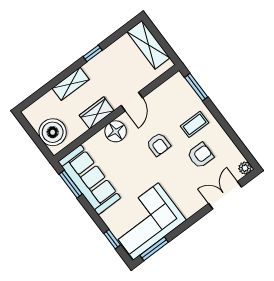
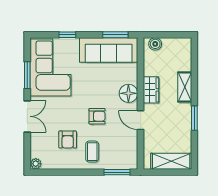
window: (93, 53) -> (194, 118), width x1.50
boiler: (53, 132) -> (155, 44), width x0.54, depth x0.54
armchair: (159, 144) -> (97, 116), turned 180
double door: (225, 195) -> (27, 116), moved
window: (112, 239) -> (67, 35), moved
window: (154, 249) -> (27, 75), moved

